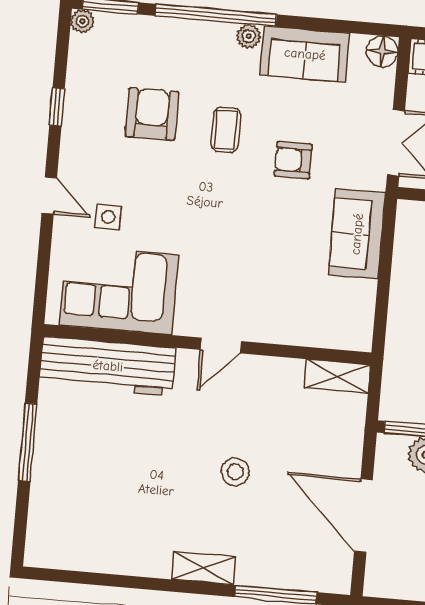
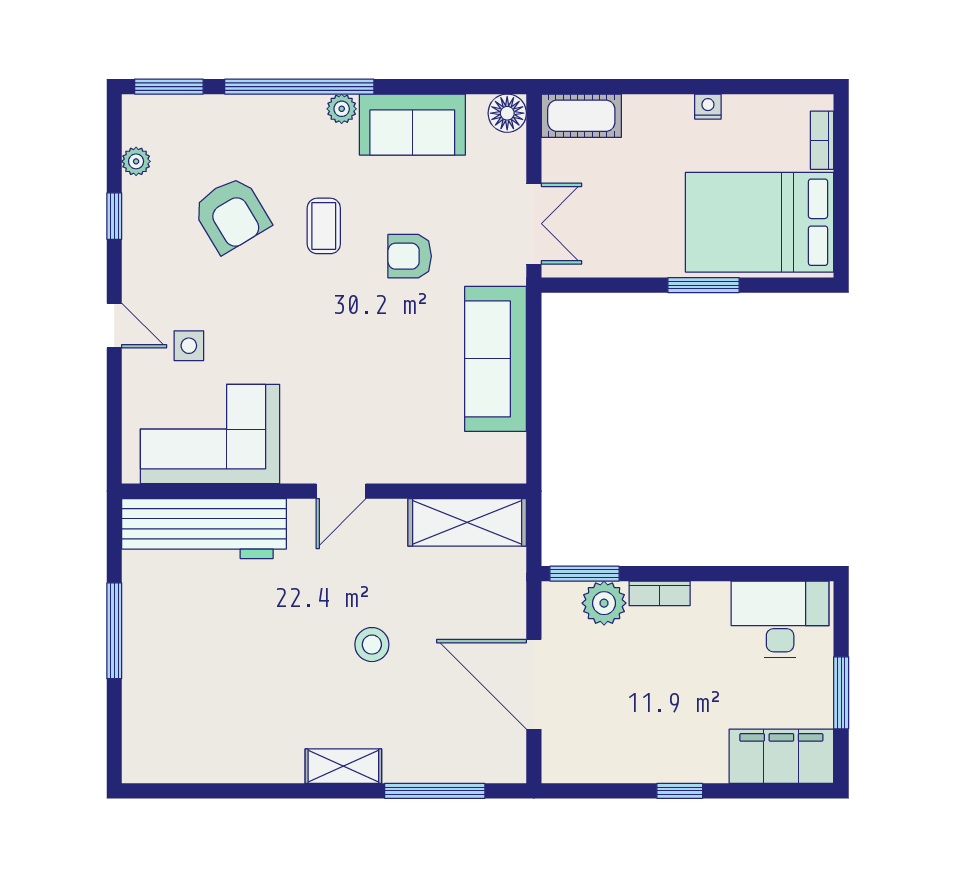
plant: (82, 21) -> (136, 161), moved
armchair: (152, 114) -> (231, 215), turned 149
sofa: (357, 234) -> (496, 359), width x1.36
shelving: (337, 376) -> (467, 522), width x1.50, depth x1.33

